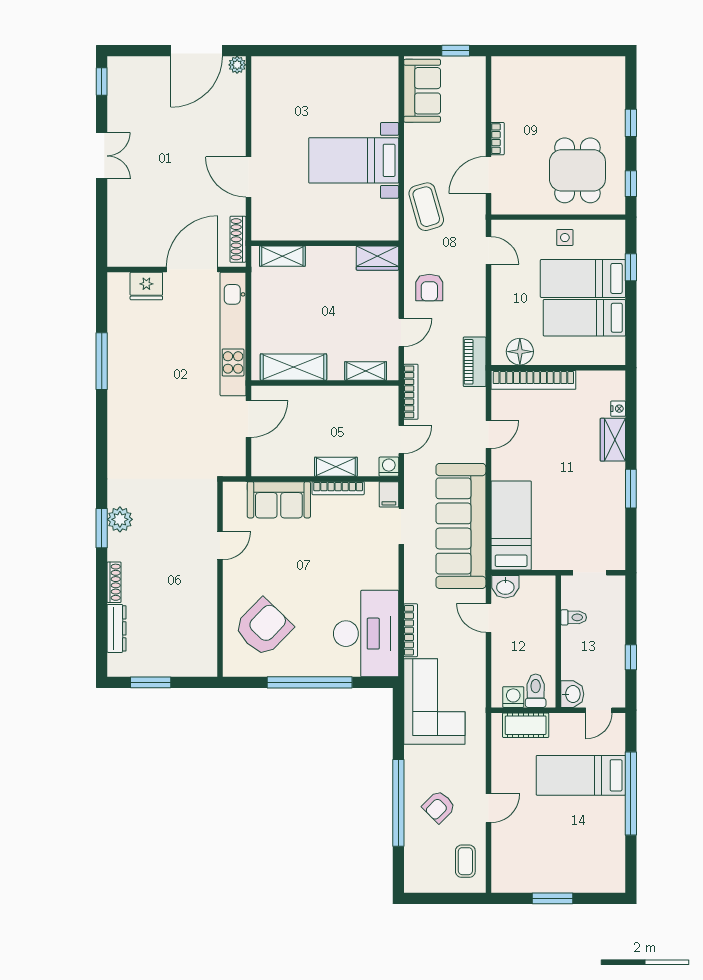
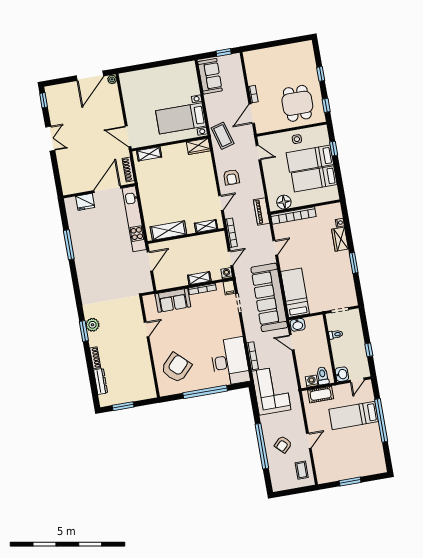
wall: (325, 243) -> (170, 143), moved
shelving: (282, 256) -> (149, 154), moved
wardrobe: (377, 258) -> (198, 146), moved

